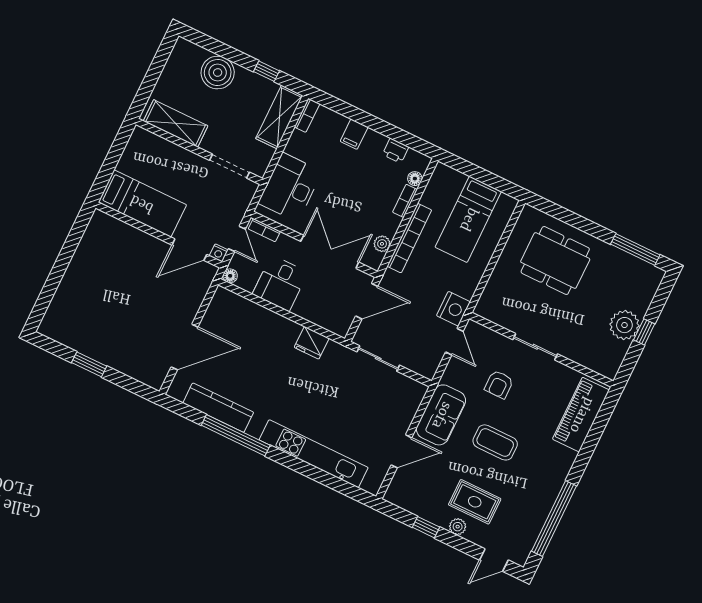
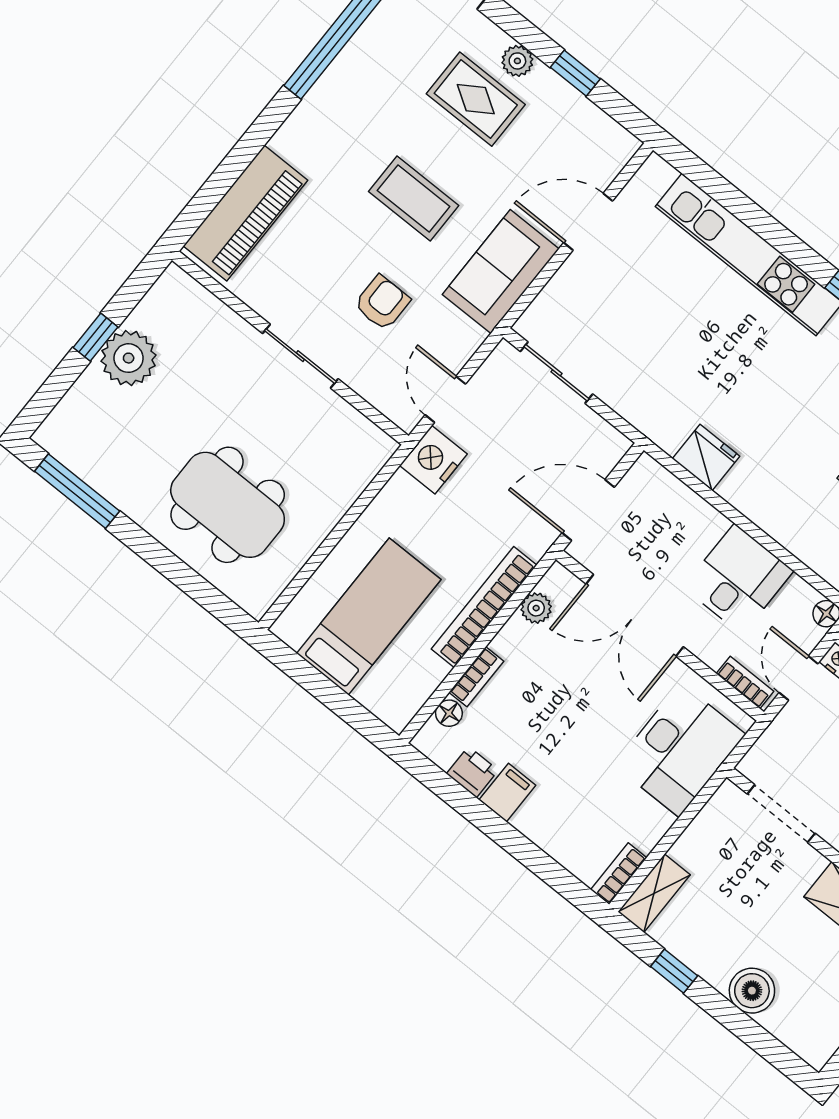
boiler: (218, 72) -> (752, 991), width x0.73, depth x0.73
shelving: (279, 117) -> (654, 893), width x0.67, depth x0.75
filing cabinet: (354, 134) -> (507, 793), moved
sliding door: (378, 358) -> (556, 373), moved

